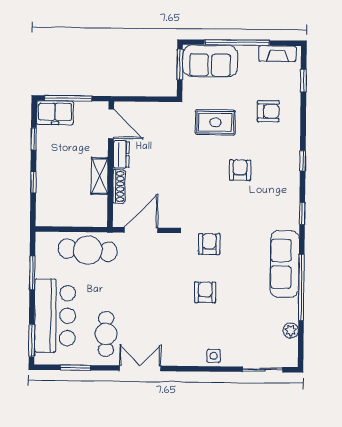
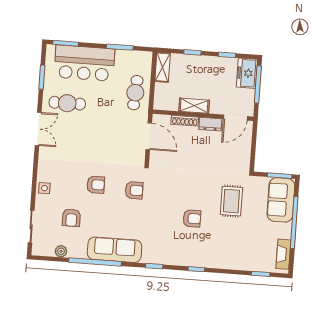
armchair: (268, 111) -> (71, 218), moved
shelving: (54, 218) -> (163, 67), added
cafe table: (88, 250) -> (135, 93), width x0.73, depth x0.74

